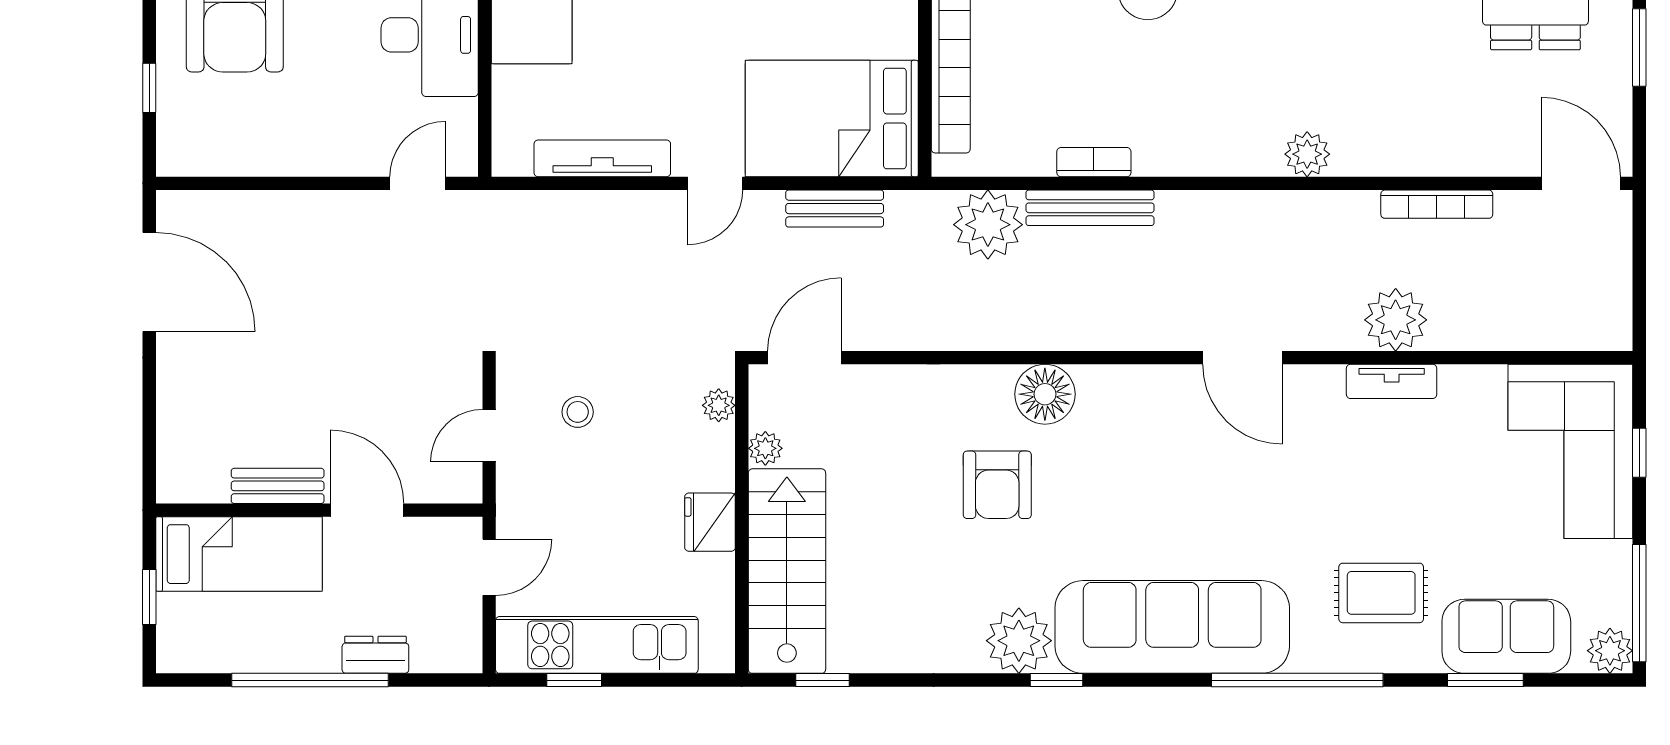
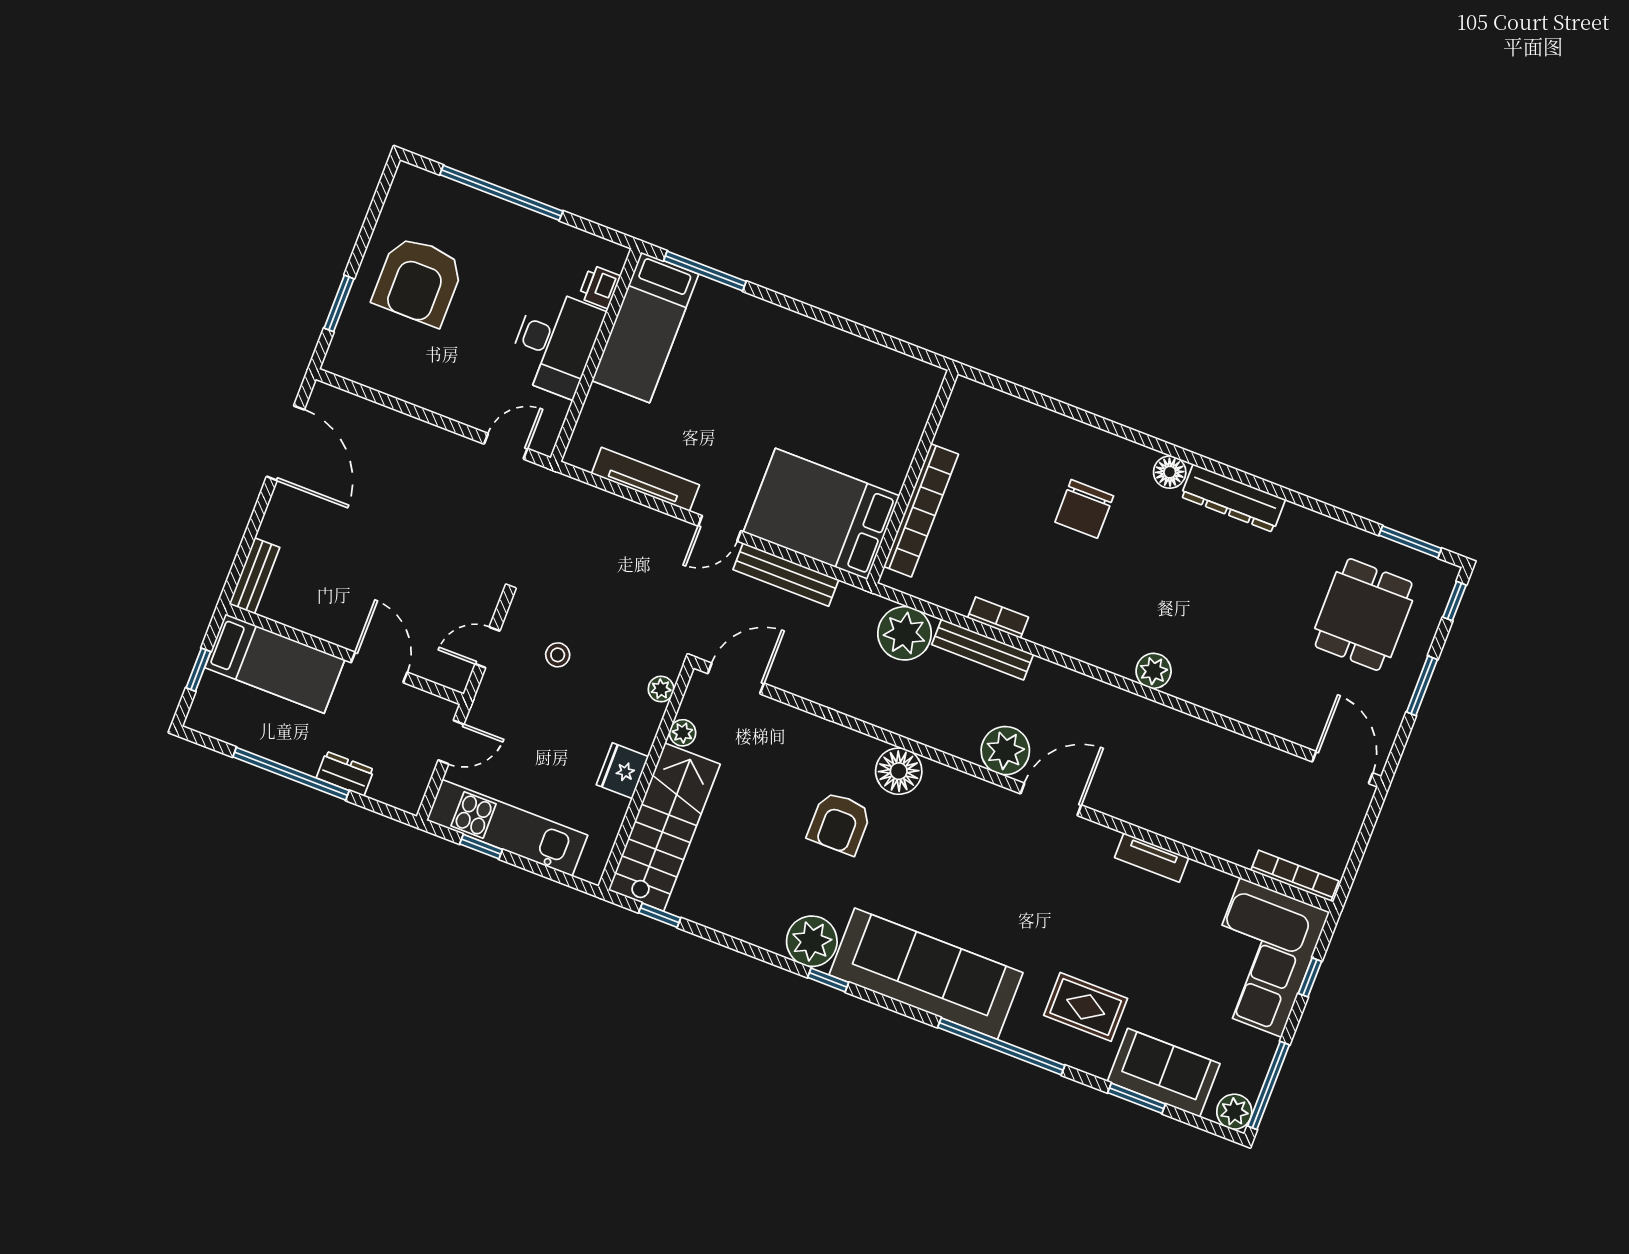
window: (149, 88) -> (339, 303), width x1.50
bookcase: (1437, 204) -> (1295, 876), moved, turned 180
bench: (835, 209) -> (786, 575), width x1.36
plant: (1396, 320) -> (1005, 751), moved
door: (1242, 358) -> (1051, 799), swing flipped
bench: (278, 486) -> (254, 576), moved, turned 90

